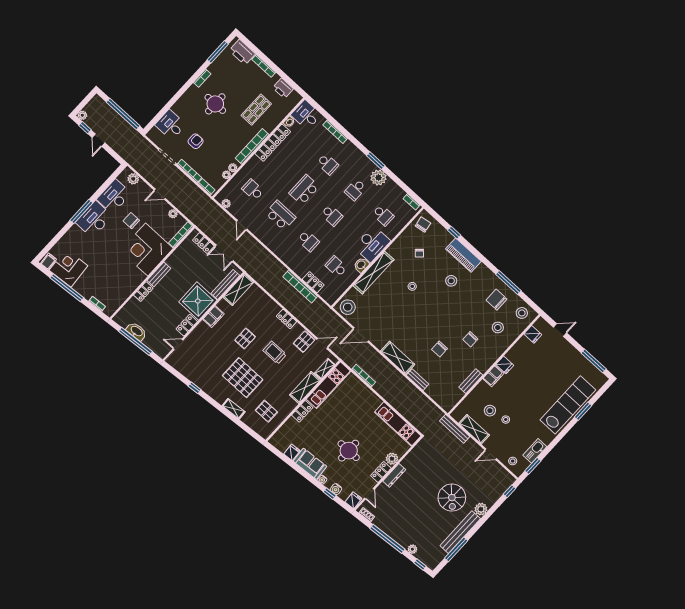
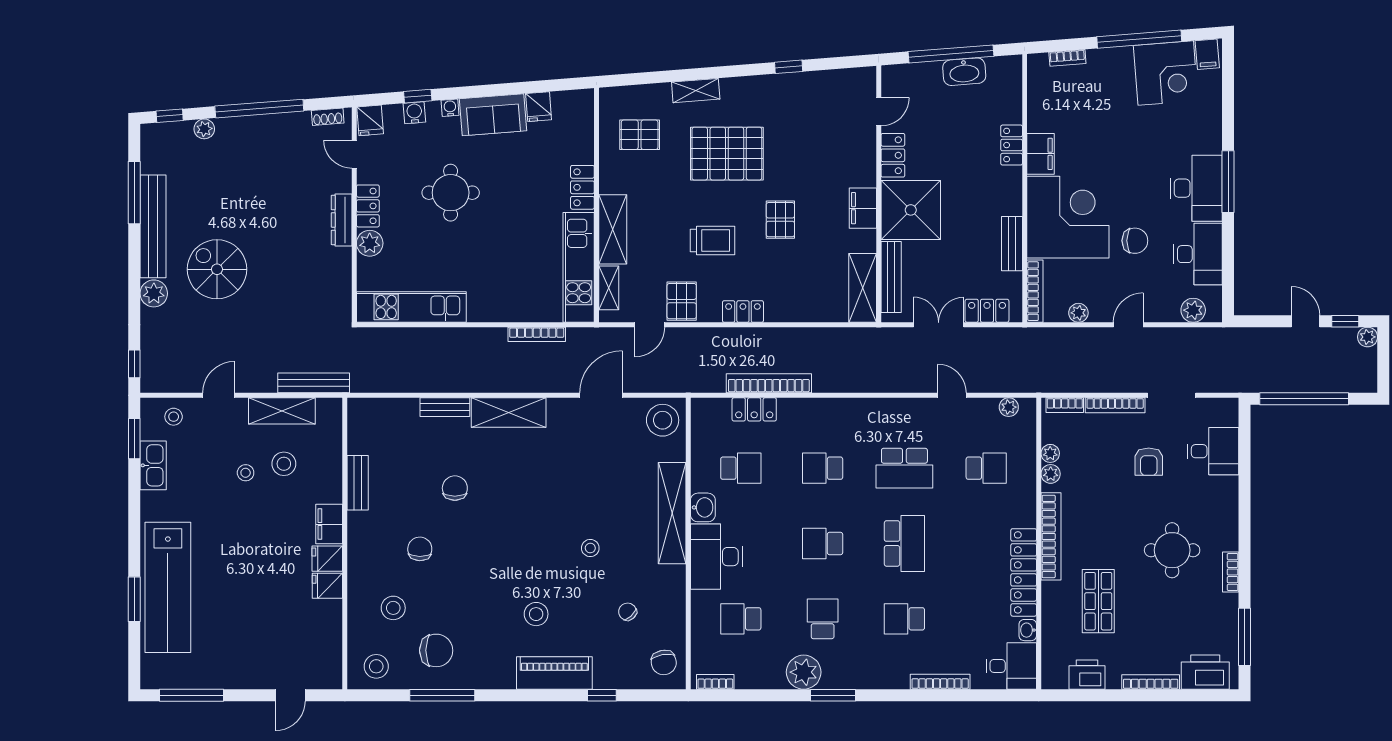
bench: (159, 274) -> (1012, 244), moved
filing cabinet: (136, 280) -> (1041, 154), added
fridge: (533, 334) -> (327, 586), moved

